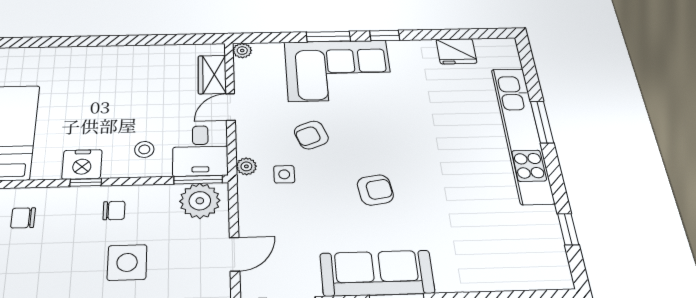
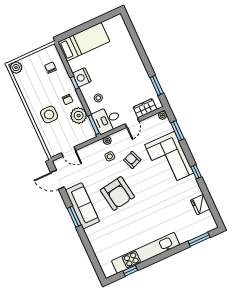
window: (328, 37) -> (177, 131), moved
window: (176, 39) -> (157, 85), added
door: (231, 107) -> (132, 123), swing flipped
window: (542, 122) -> (199, 239), moved
kitchen unit: (522, 134) -> (146, 253), moved
armchair: (375, 190) -> (117, 193), width x1.88, depth x1.88
plant: (200, 201) -> (79, 116), moved

